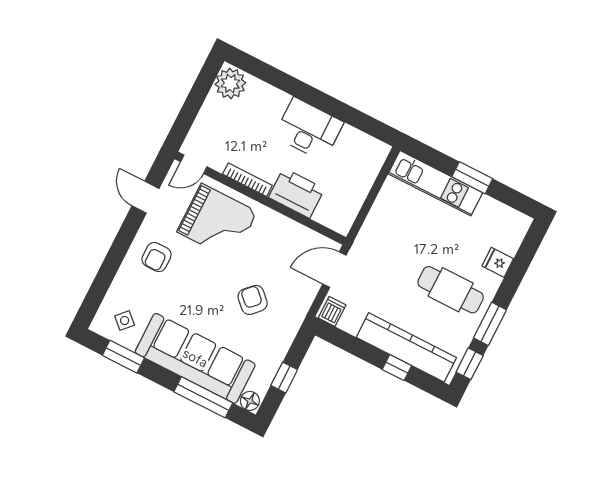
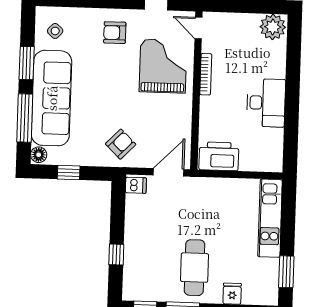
window: (472, 178) -> (286, 272), moved
printer: (297, 193) -> (219, 156), moved, turned -90
grand piano: (217, 222) -> (163, 66), turned 180
door: (334, 270) -> (168, 172), hinge flipped
armchair: (253, 300) -> (121, 144), moved
kitchen counter: (406, 347) -> (135, 255), removed
window: (123, 357) -> (27, 63), moved

